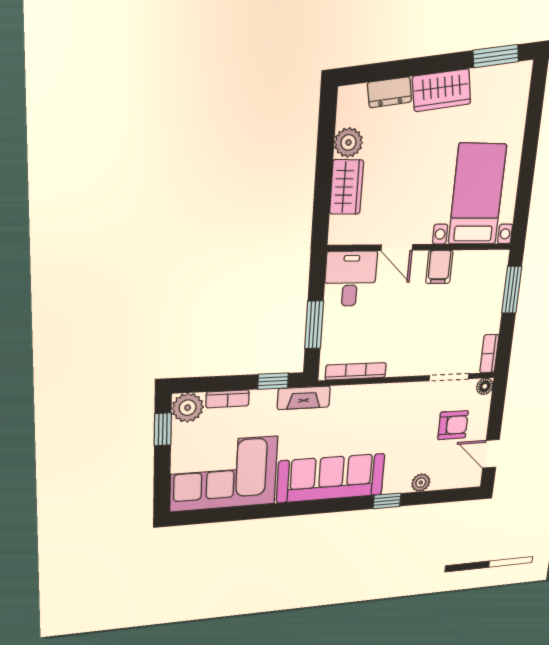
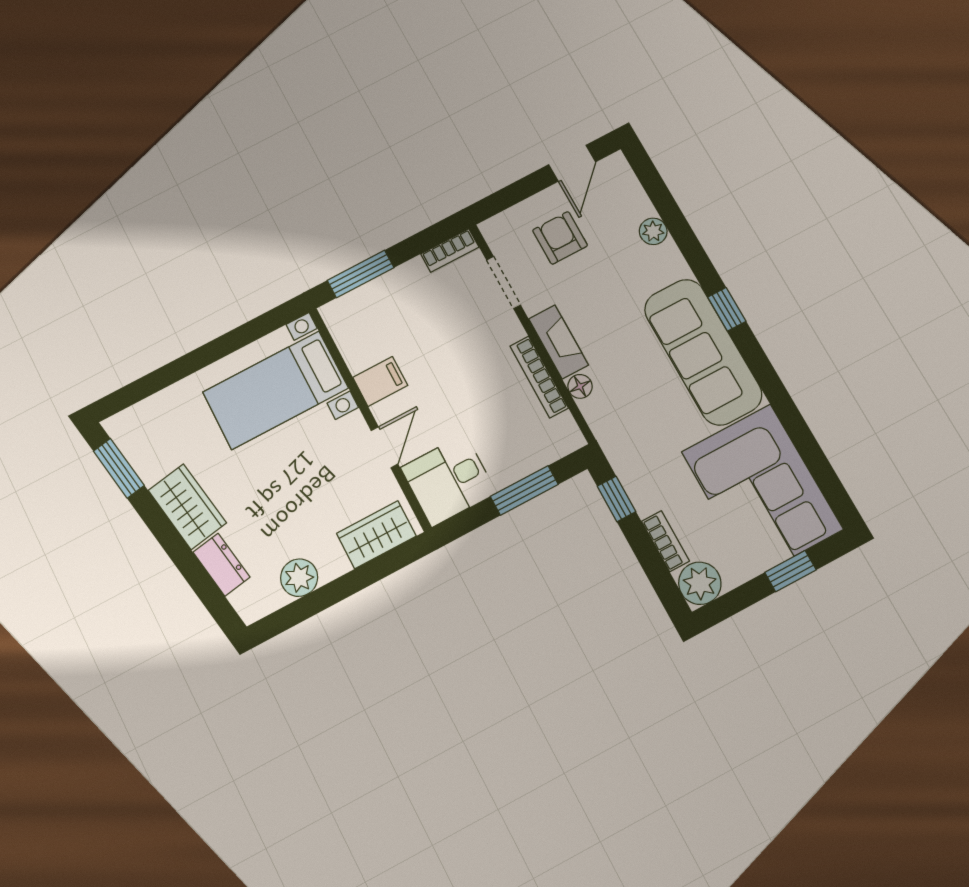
wardrobe: (346, 187) -> (376, 535), moved
bookcase: (356, 371) -> (539, 377), moved
floor lamp: (485, 386) -> (580, 386), moved
fireplace: (304, 398) -> (559, 342), moved
window: (163, 429) -> (790, 571), moved
window: (387, 501) -> (727, 309), moved

